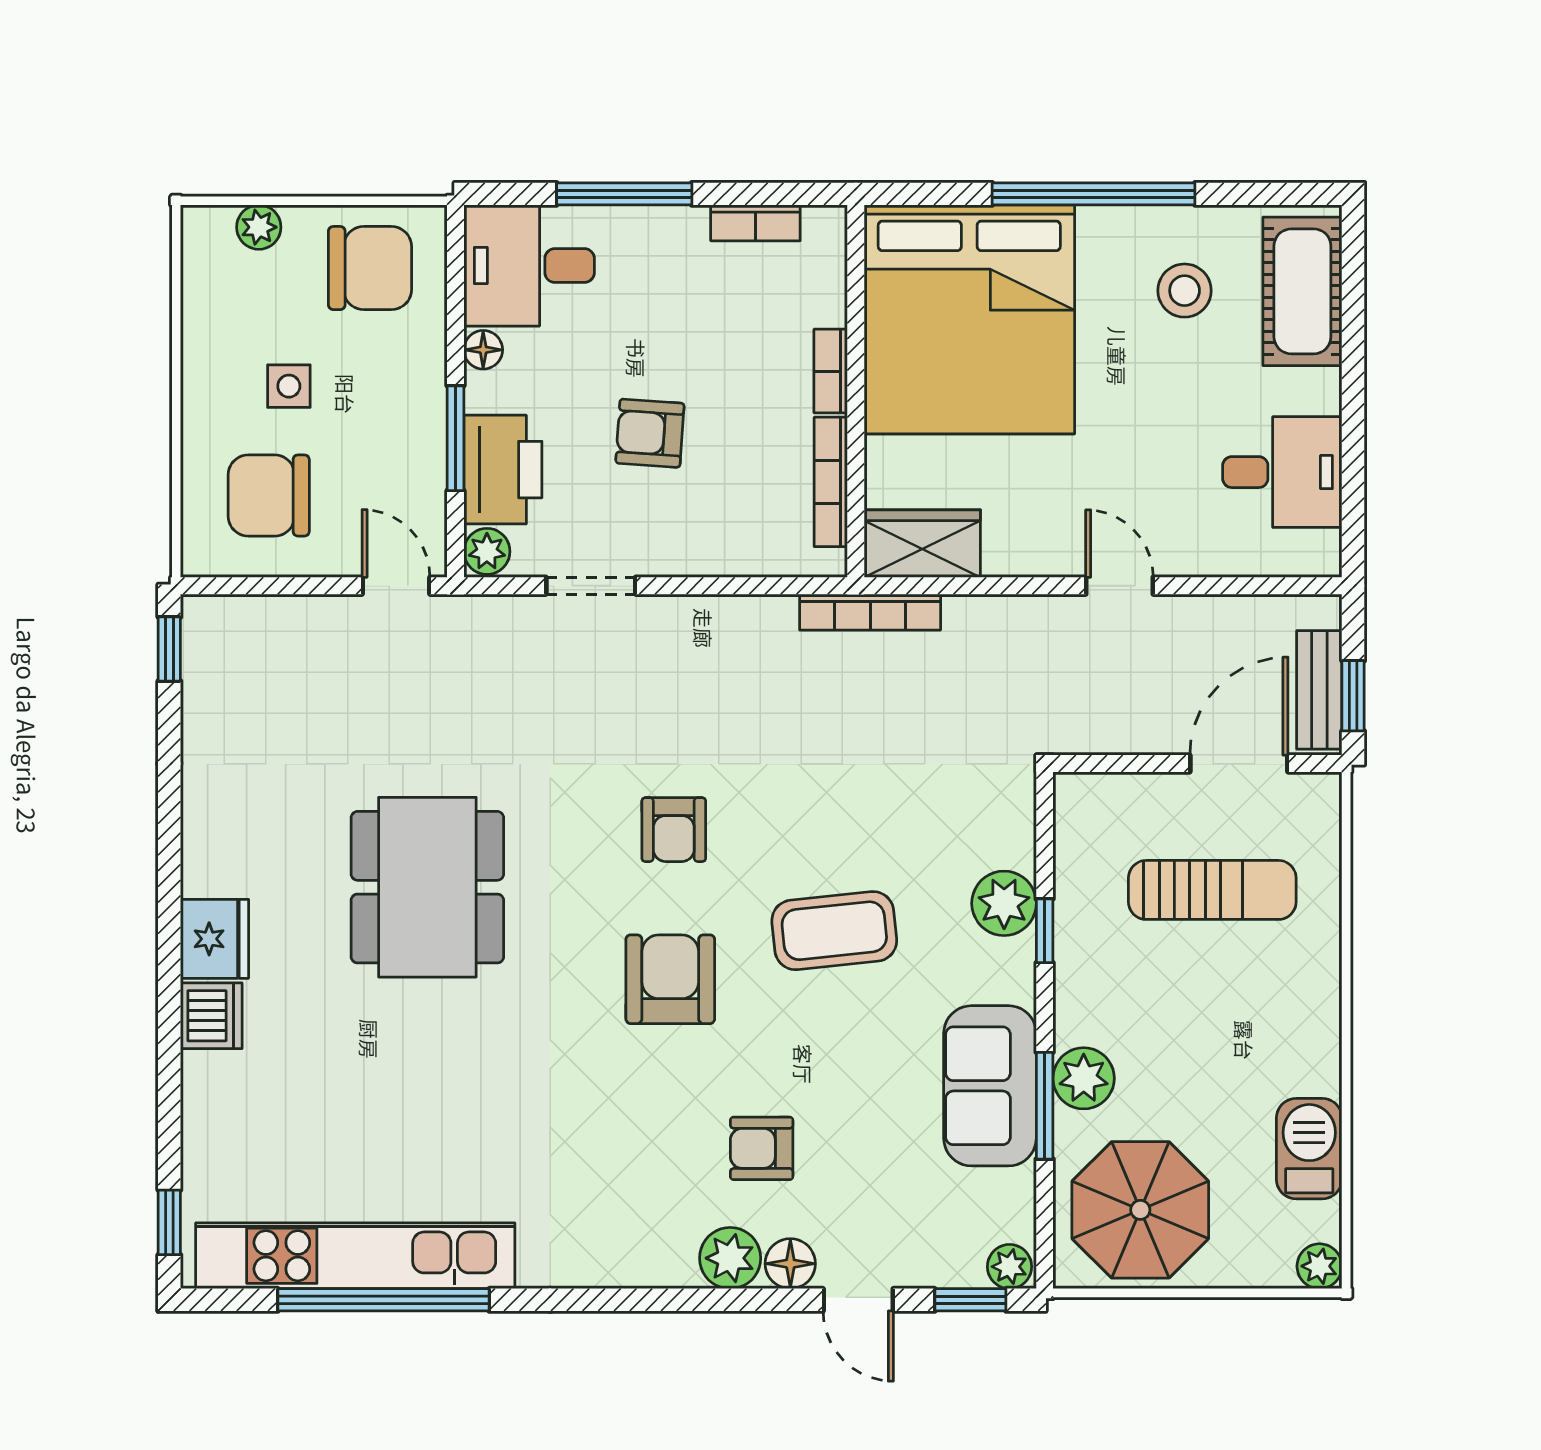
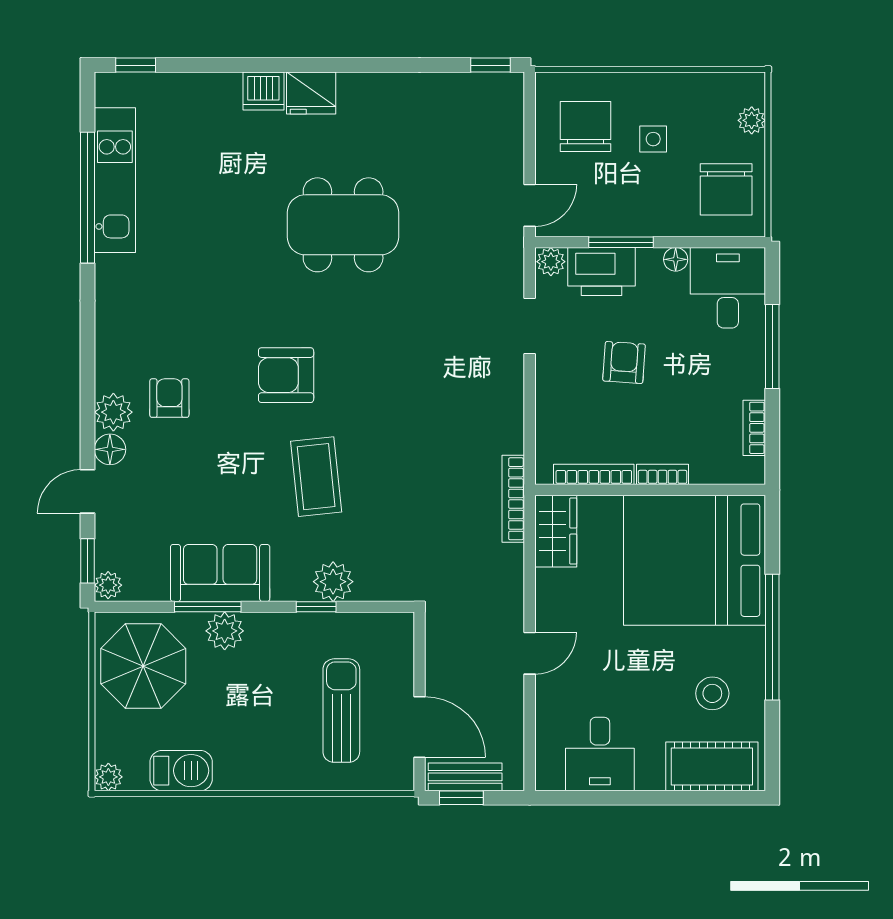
armchair: (674, 830) -> (379, 377), removed
sun lounger: (1212, 890) -> (341, 711), turned 180
armchair: (670, 979) -> (286, 375), turned 180
armchair: (762, 1148) -> (169, 398), moved
kitchen unit: (355, 1256) -> (115, 180), width x0.73

